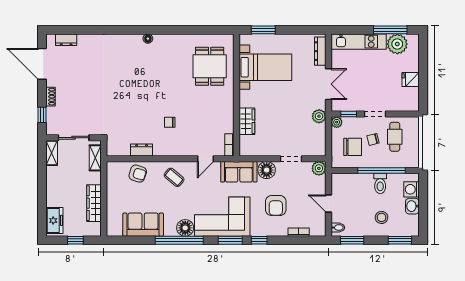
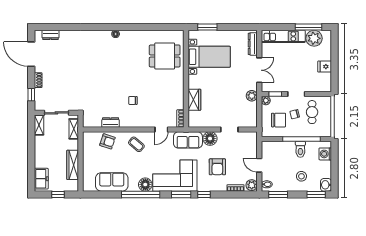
dining table: (210, 66) -> (165, 56), turned 90
plant: (319, 168) -> (252, 185), moved
washbasin: (412, 206) -> (326, 185), moved

